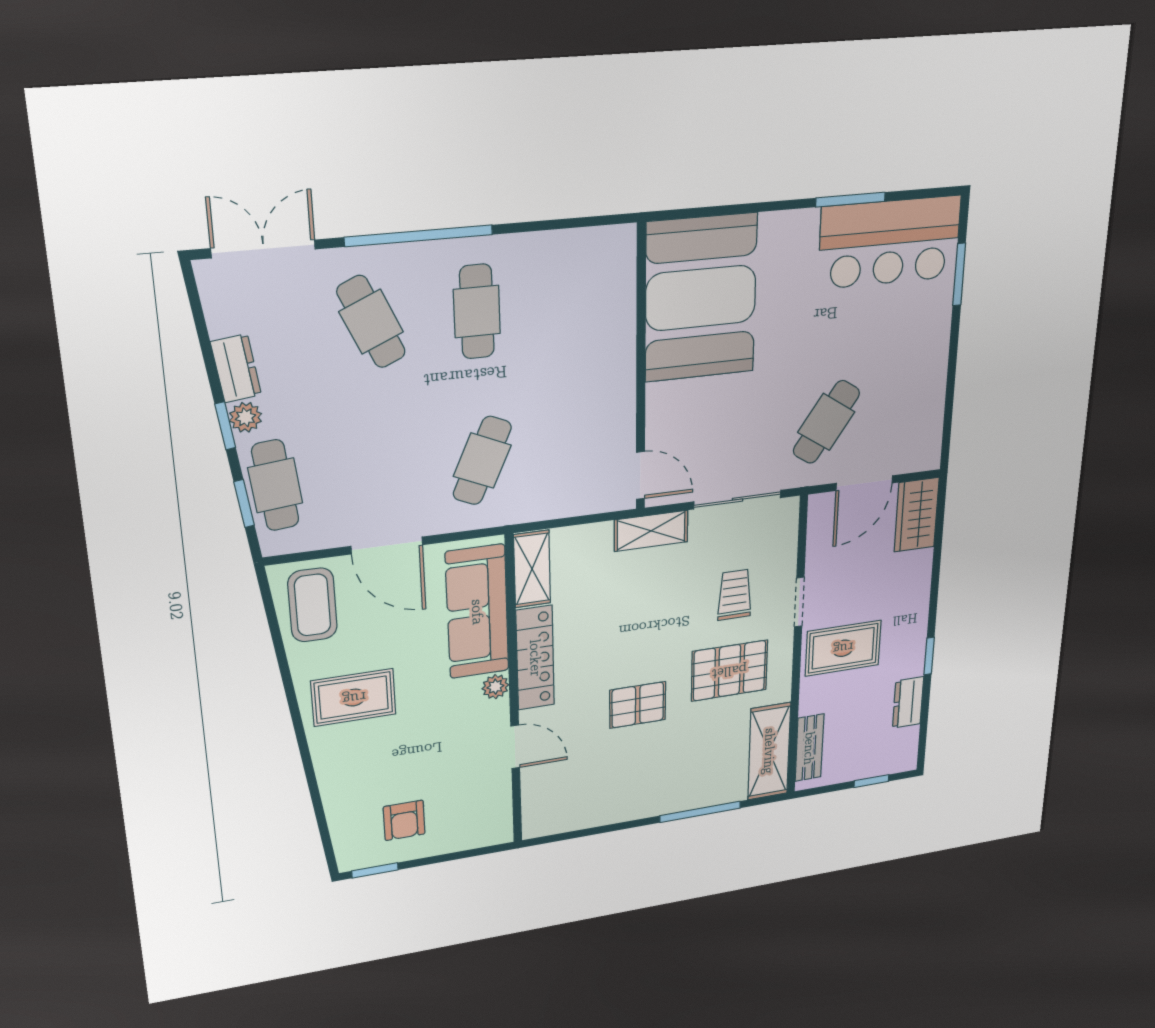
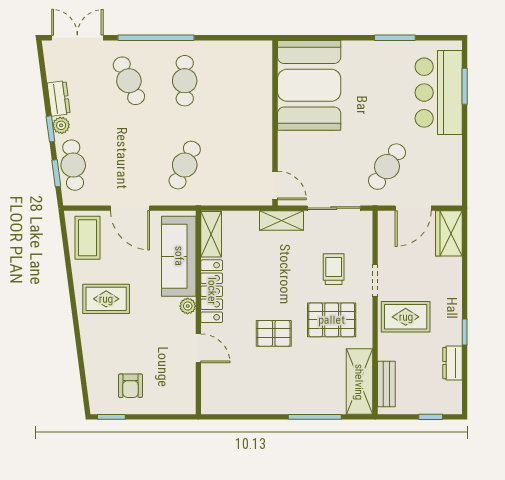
bar counter: (890, 242) -> (439, 93), moved, turned 90

